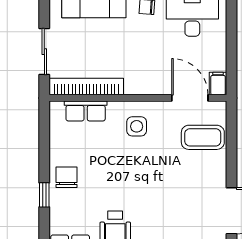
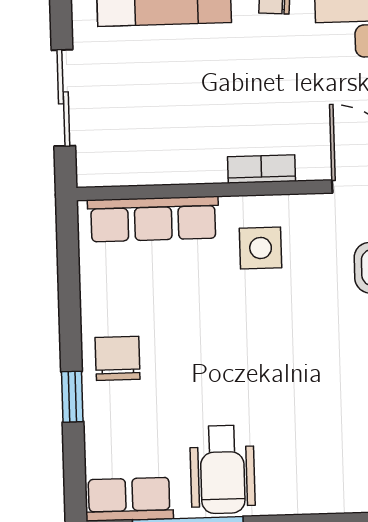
bookcase: (86, 87) -> (261, 169), moved, width x0.43, depth x0.76
row of seats: (86, 111) -> (153, 219), width x1.48

